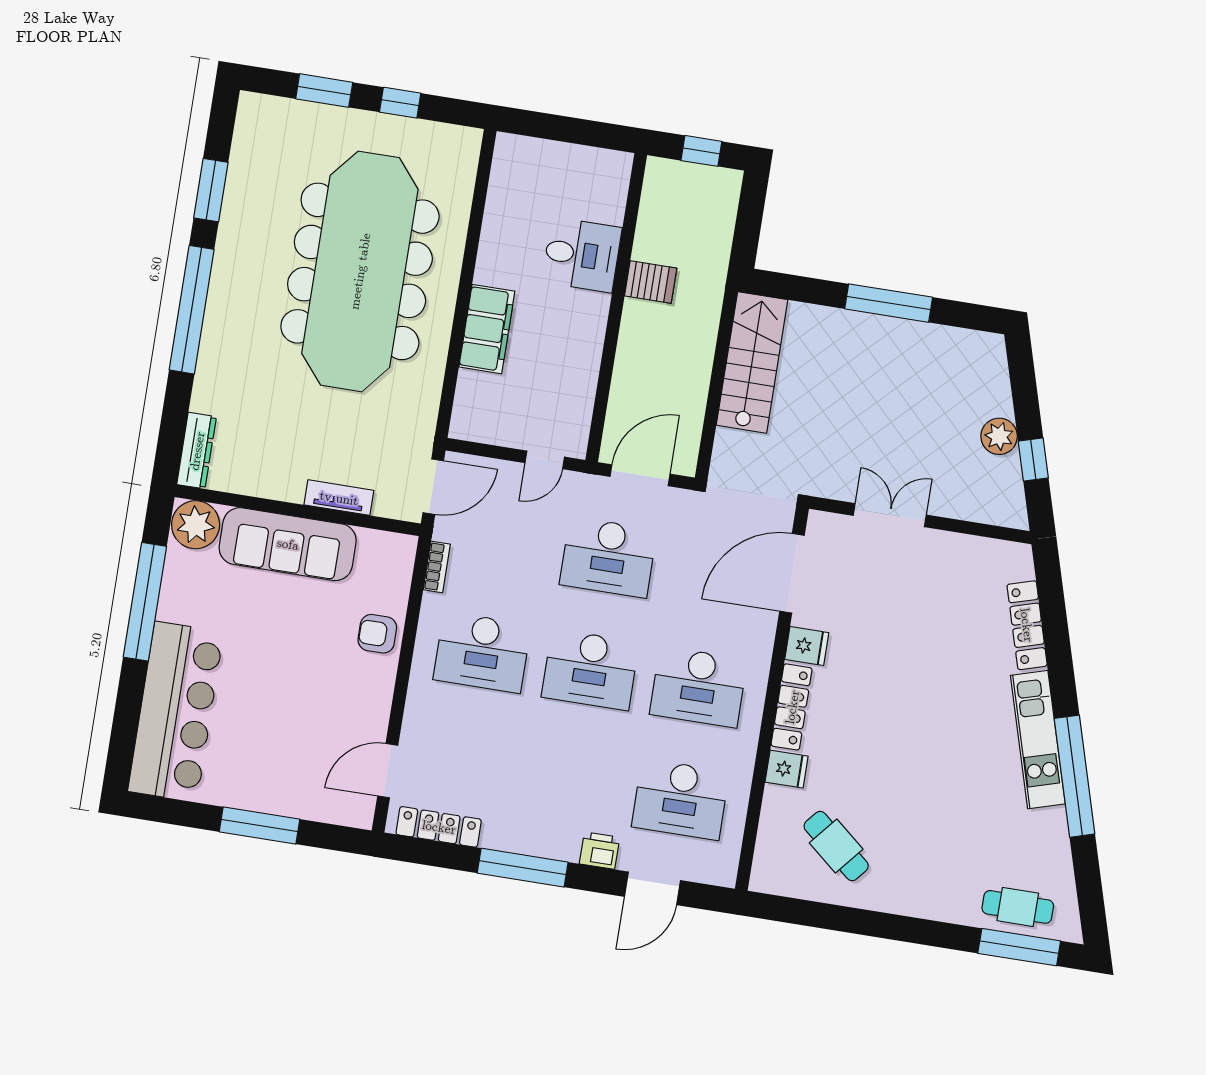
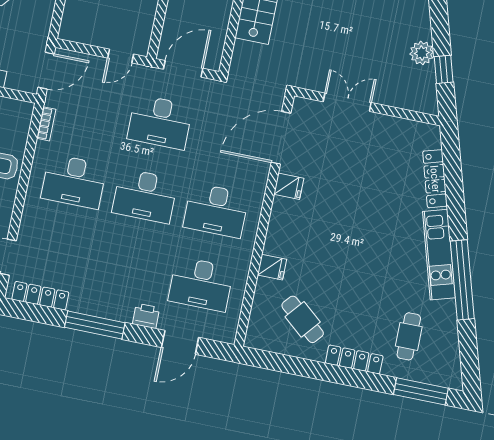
locker: (792, 707) -> (354, 359), moved, turned -90
cafe table: (1018, 907) -> (409, 336), moved, turned 90

